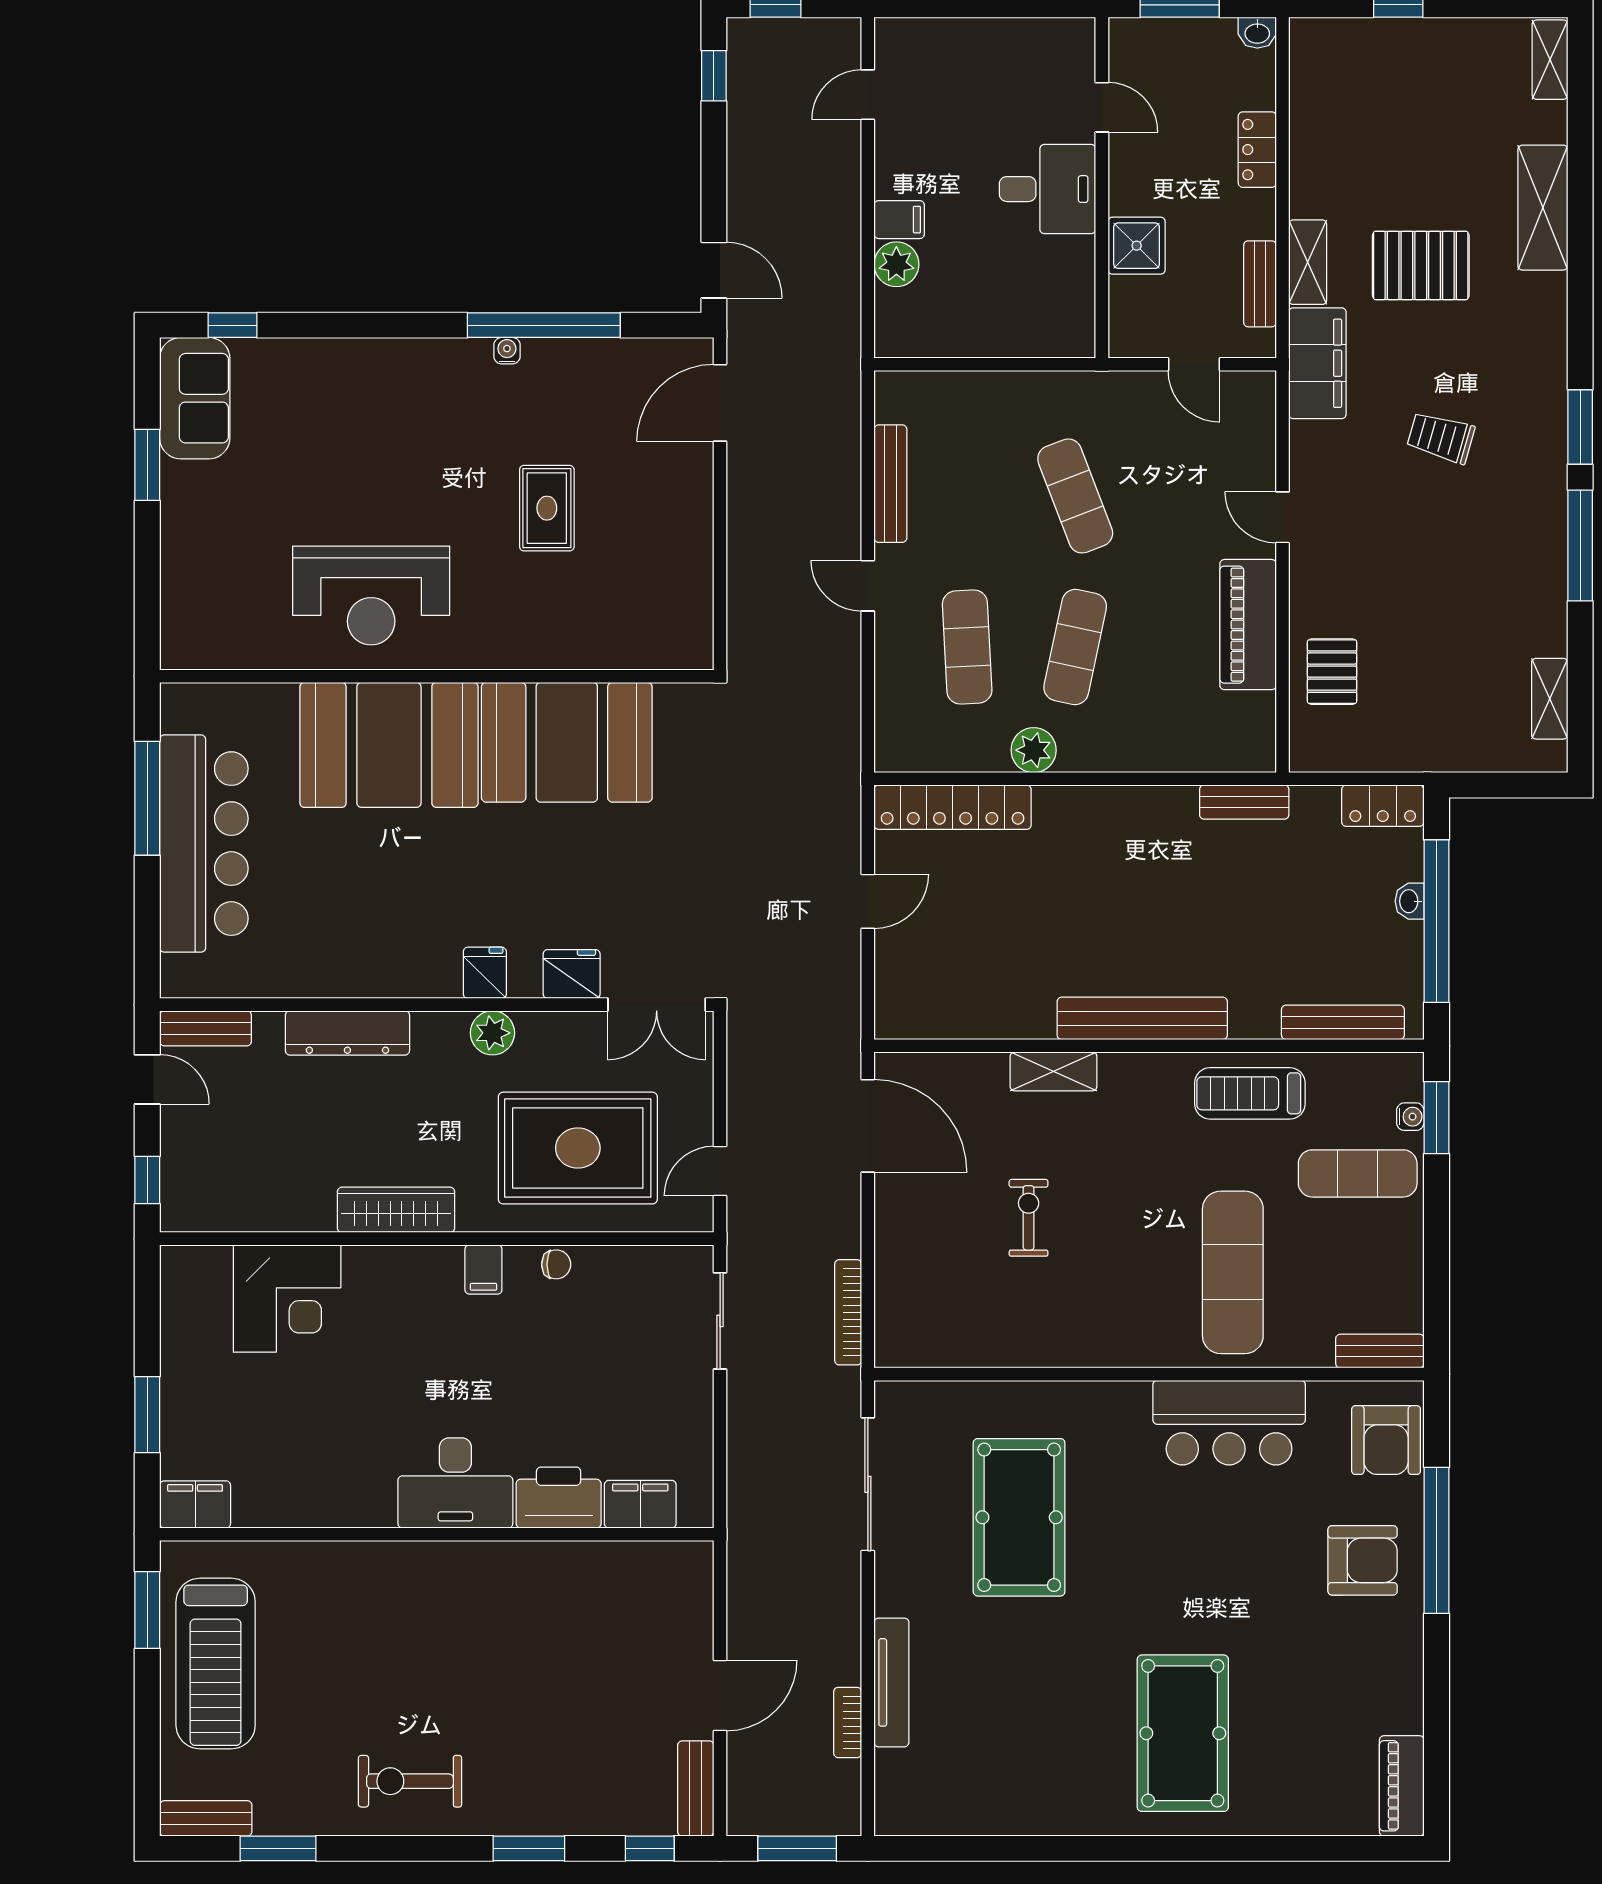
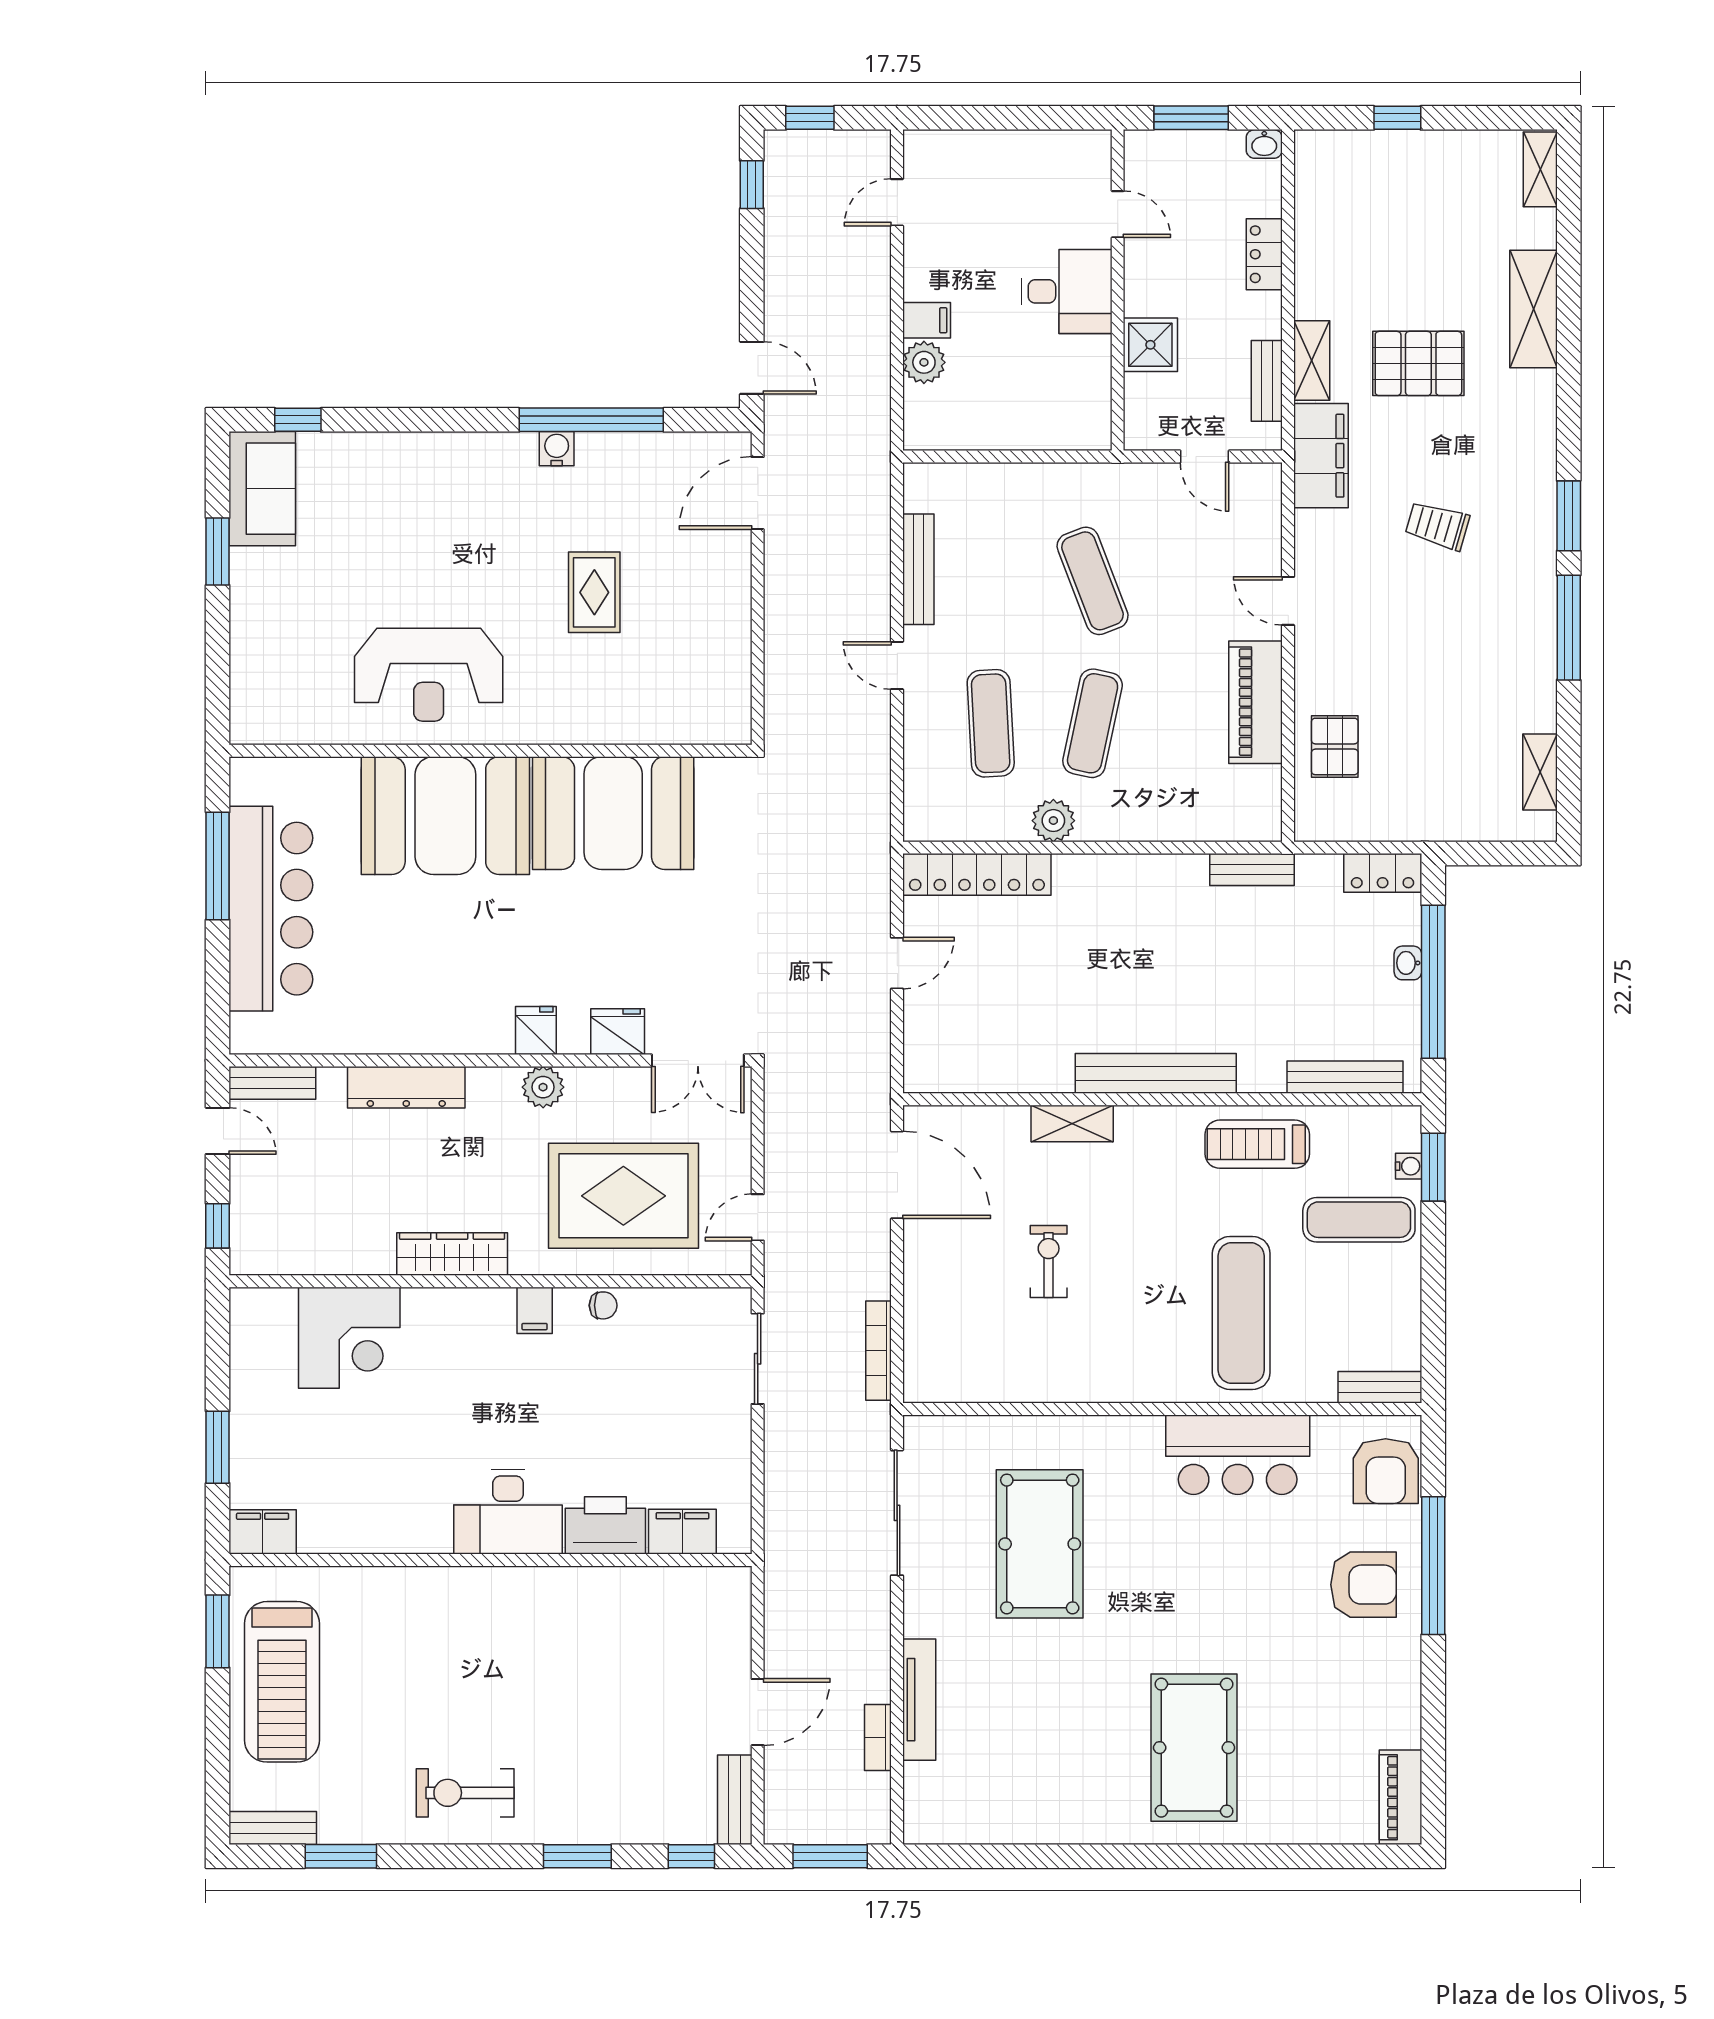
water cooler: (507, 351) -> (557, 449), width x1.38, depth x1.38

